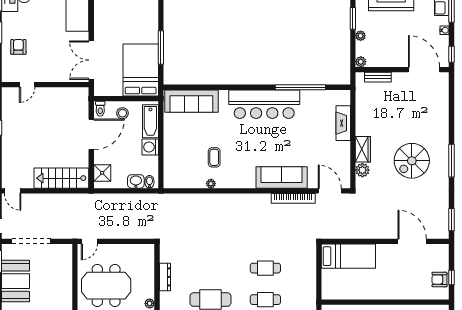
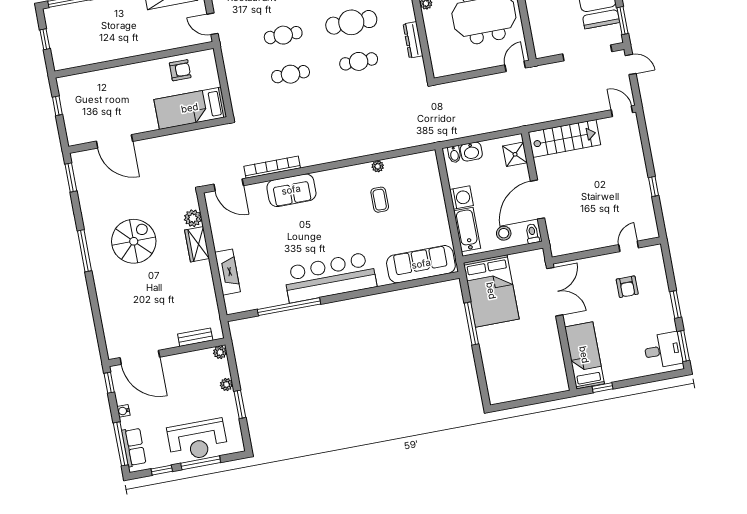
armchair: (18, 47) -> (627, 287), moved
sofa: (282, 178) -> (291, 190), width x0.73
cafe table: (210, 268) -> (359, 61), added
armchair: (439, 280) -> (180, 70), moved

